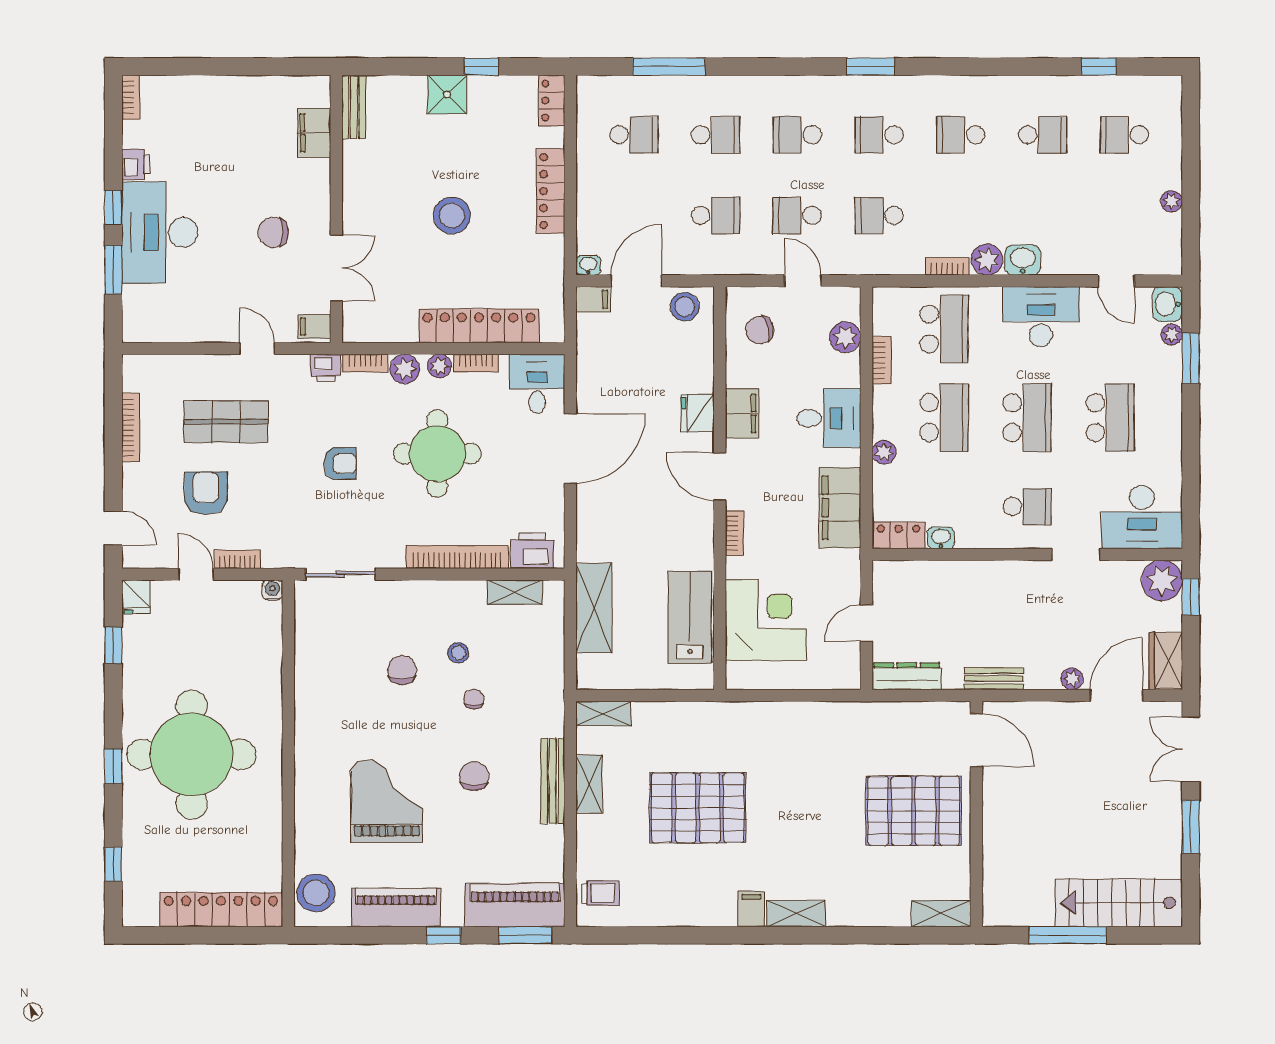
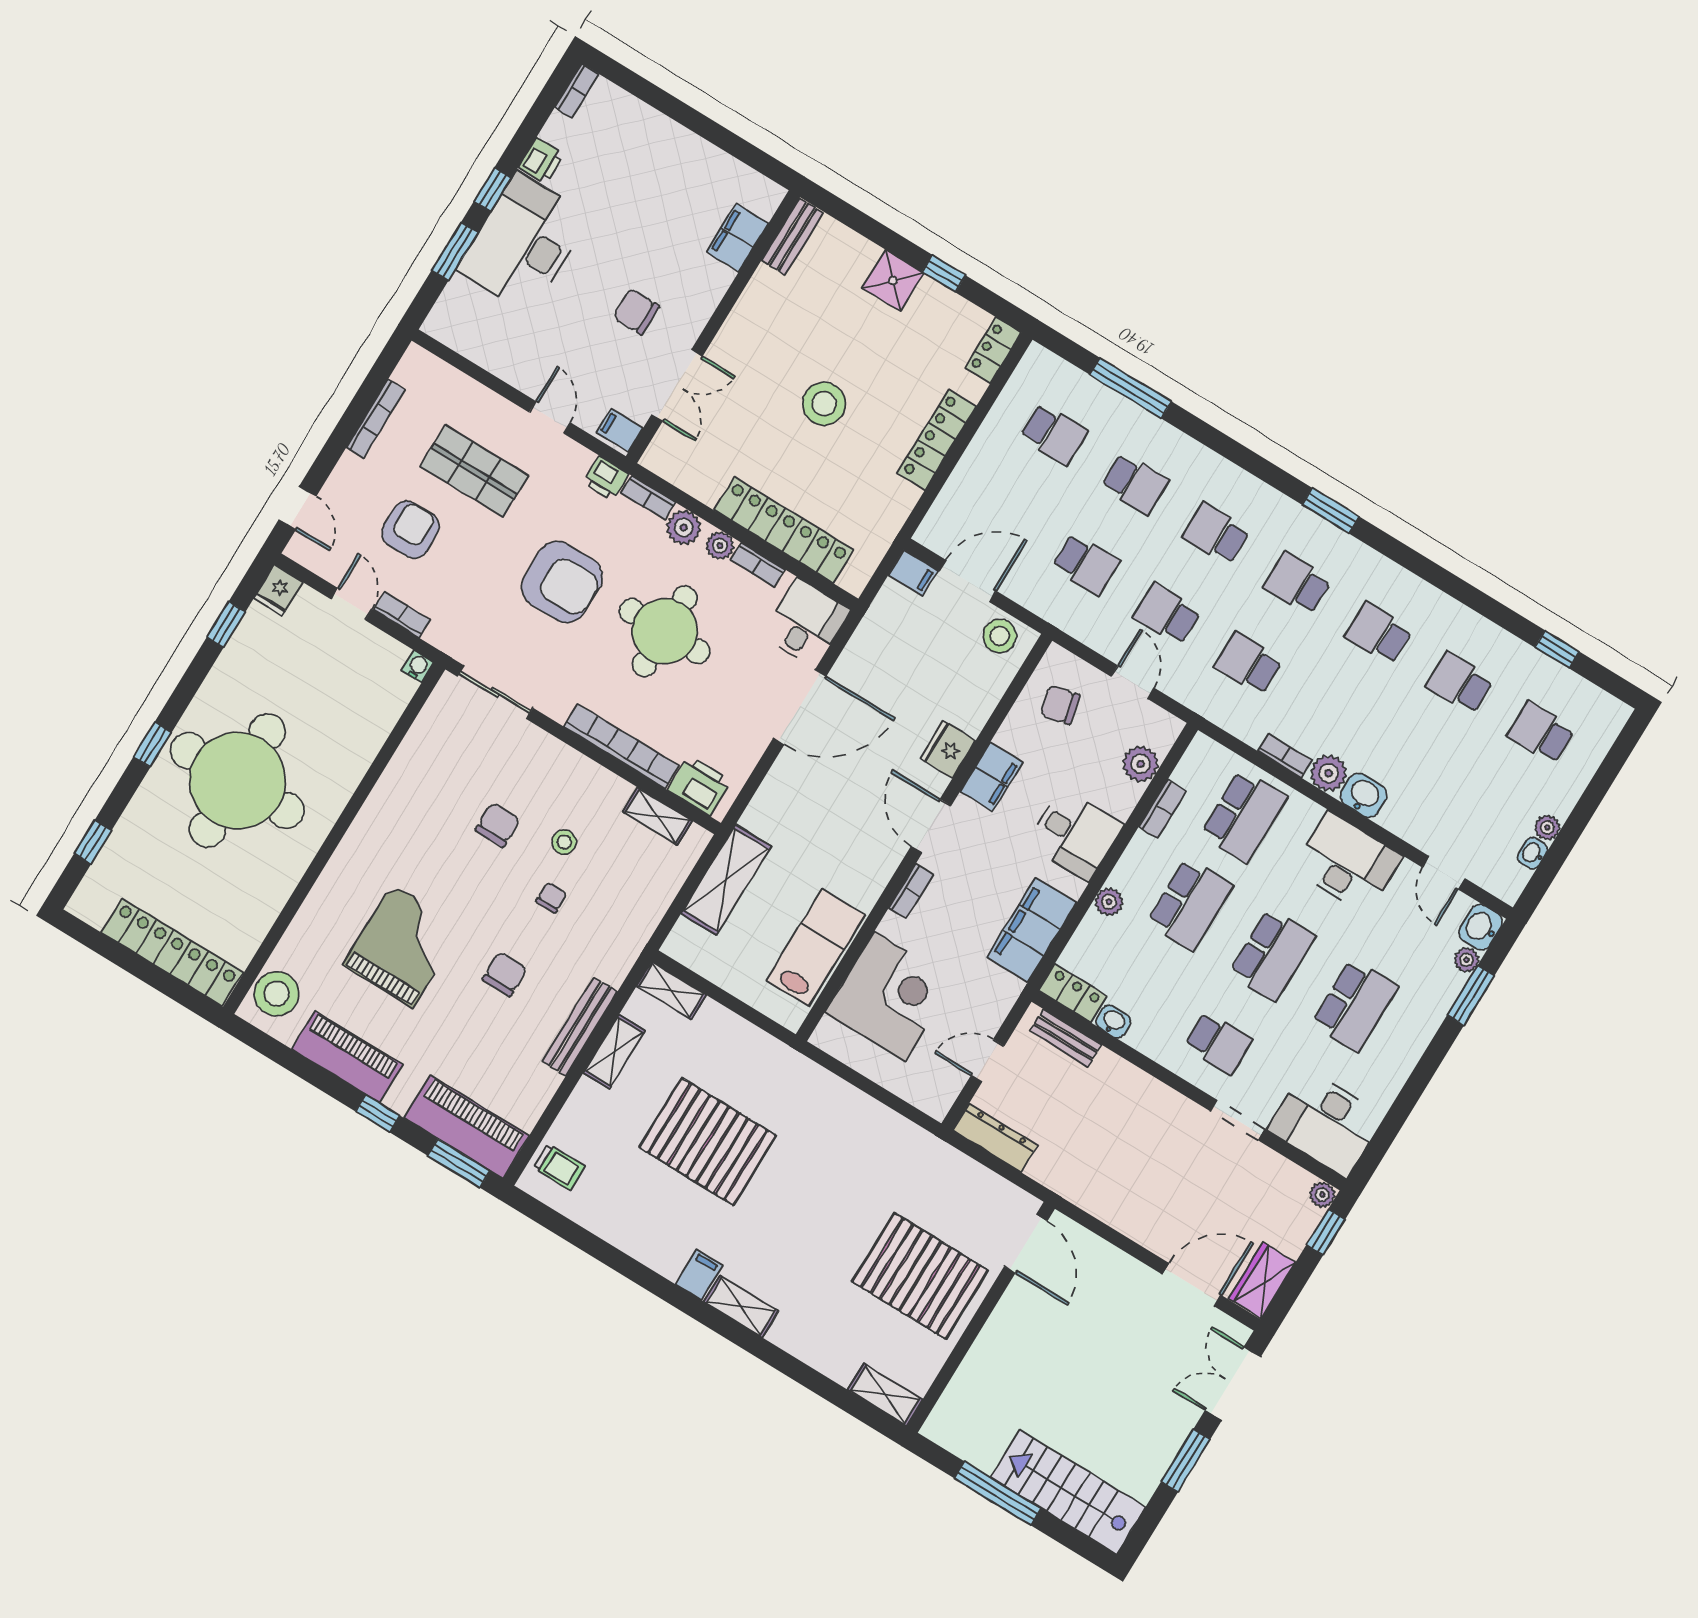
school desk: (1043, 135) -> (1460, 683), turned 180
washbasin: (588, 265) -> (1533, 853), moved, turned -90
armchair: (340, 464) -> (562, 582), width x1.88, depth x1.88
plant: (1162, 580) -> (1322, 1195), width x0.53, depth x0.53
bench: (994, 679) -> (1066, 1038), moved
plant: (1072, 679) -> (1158, 1241), removed

